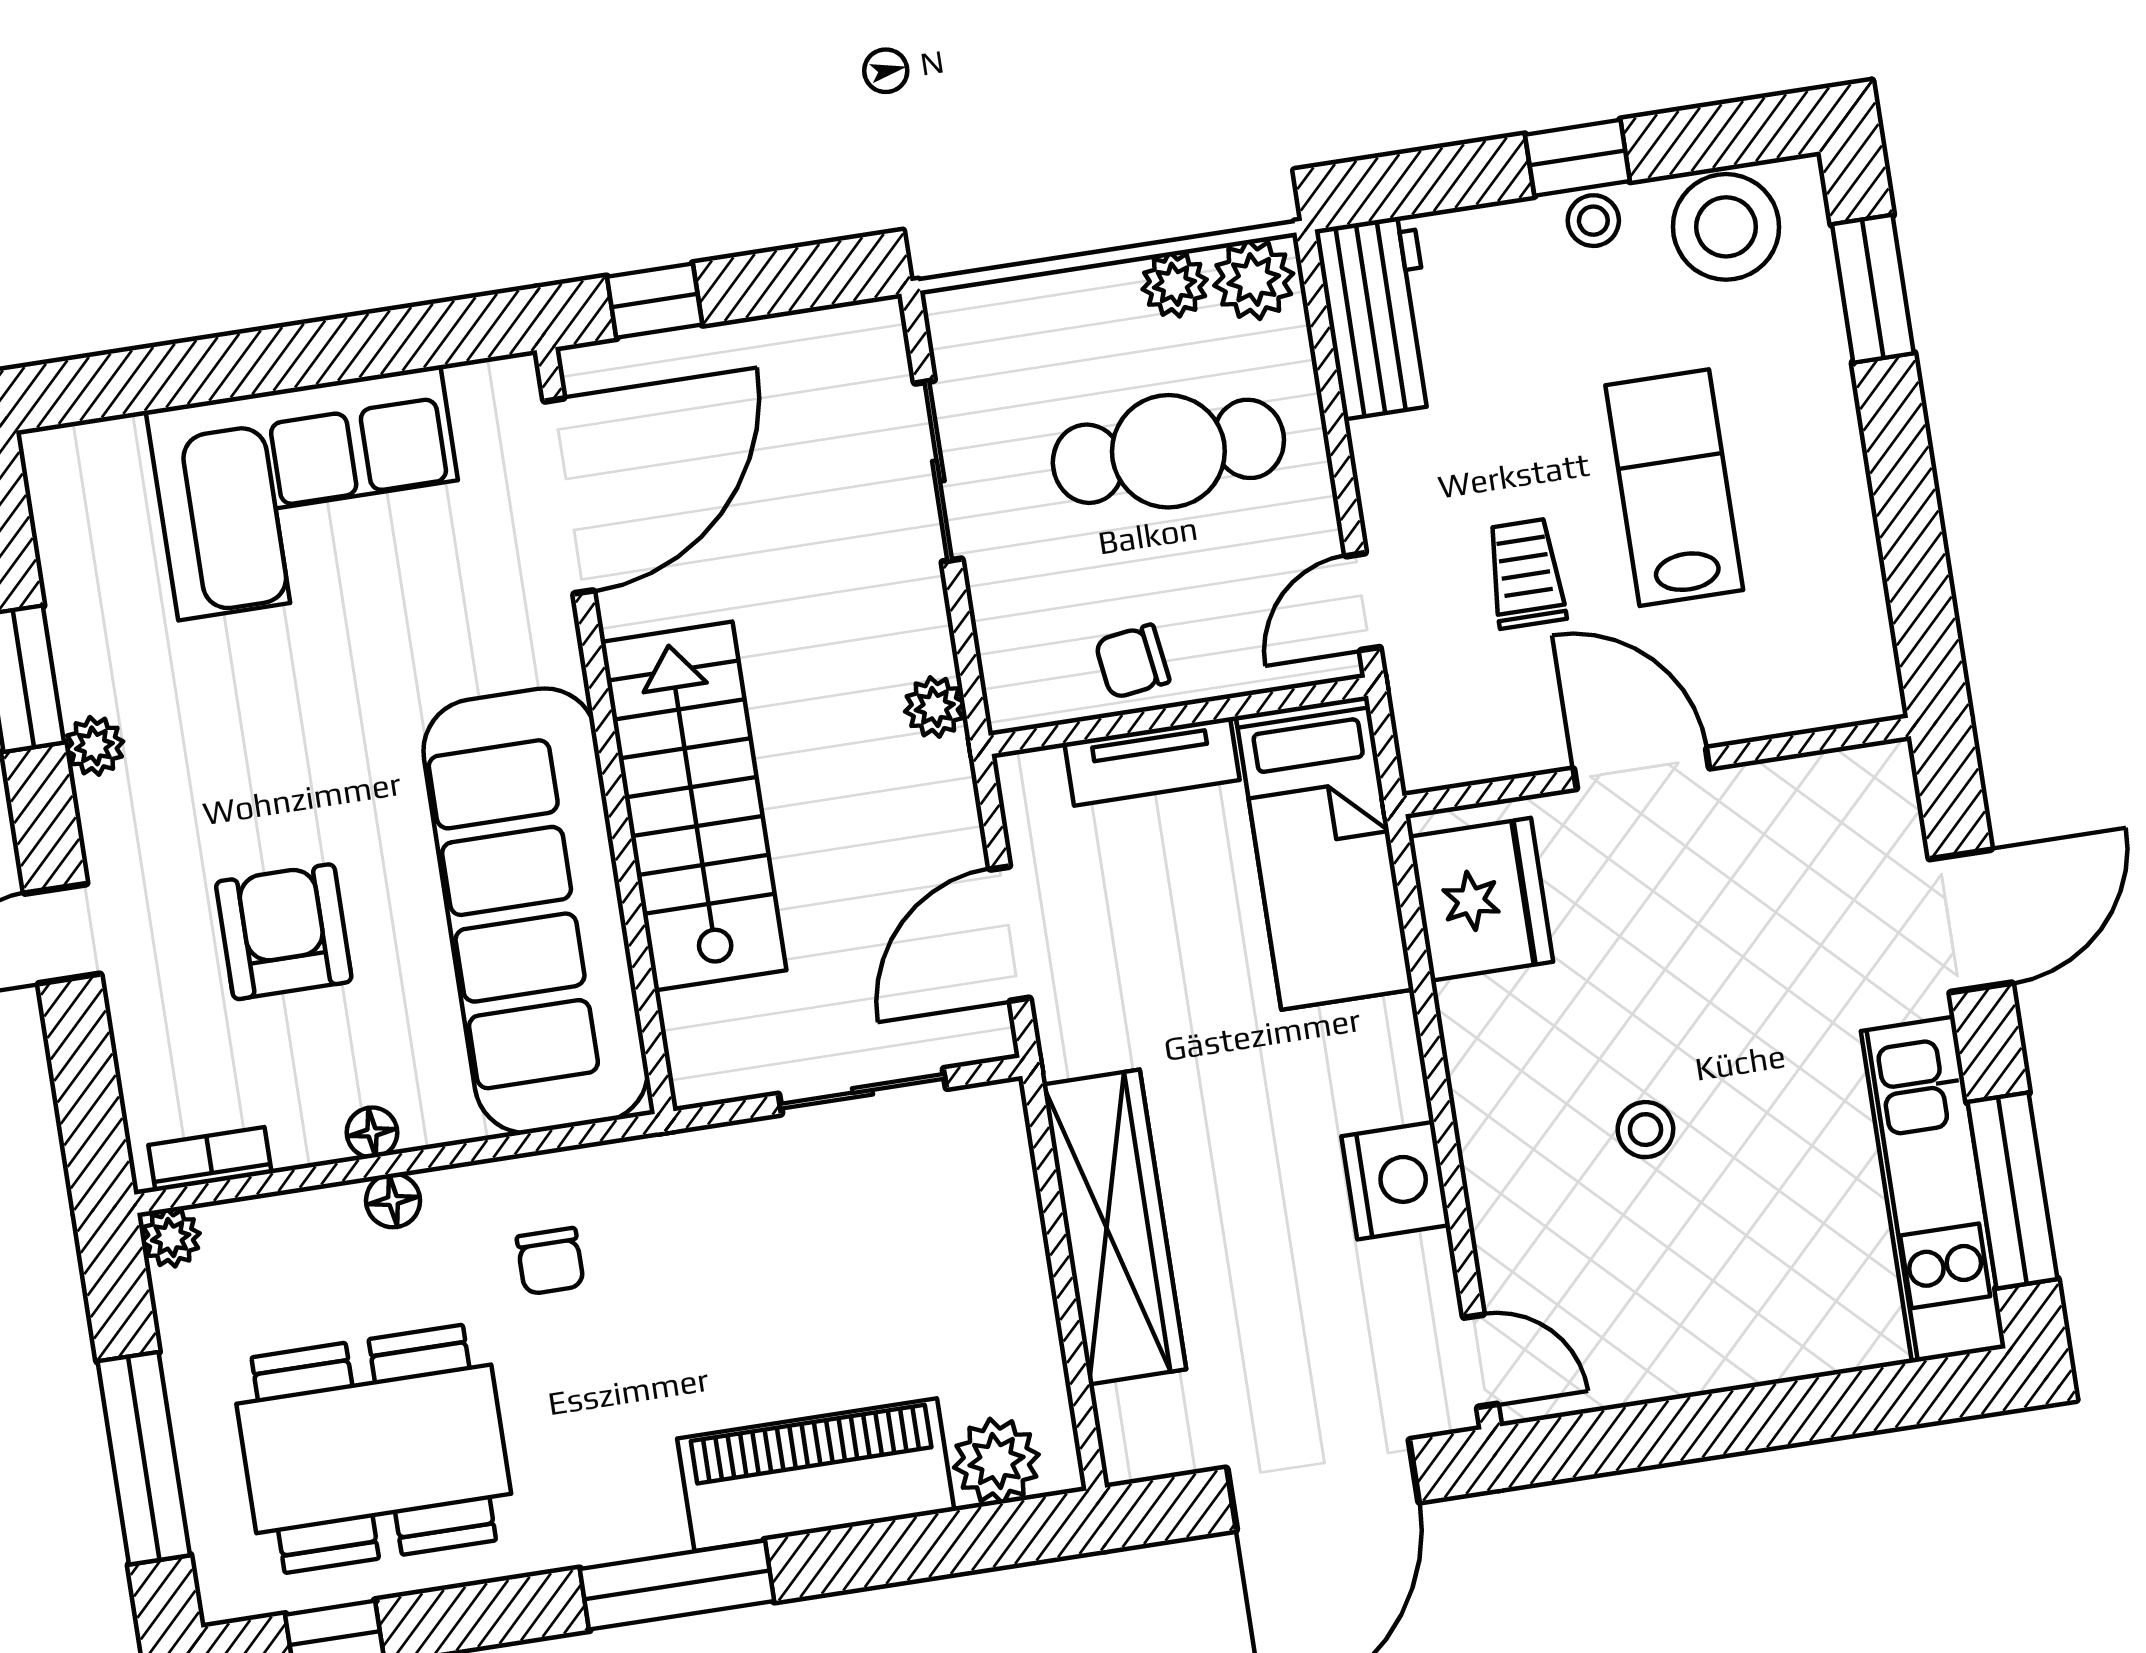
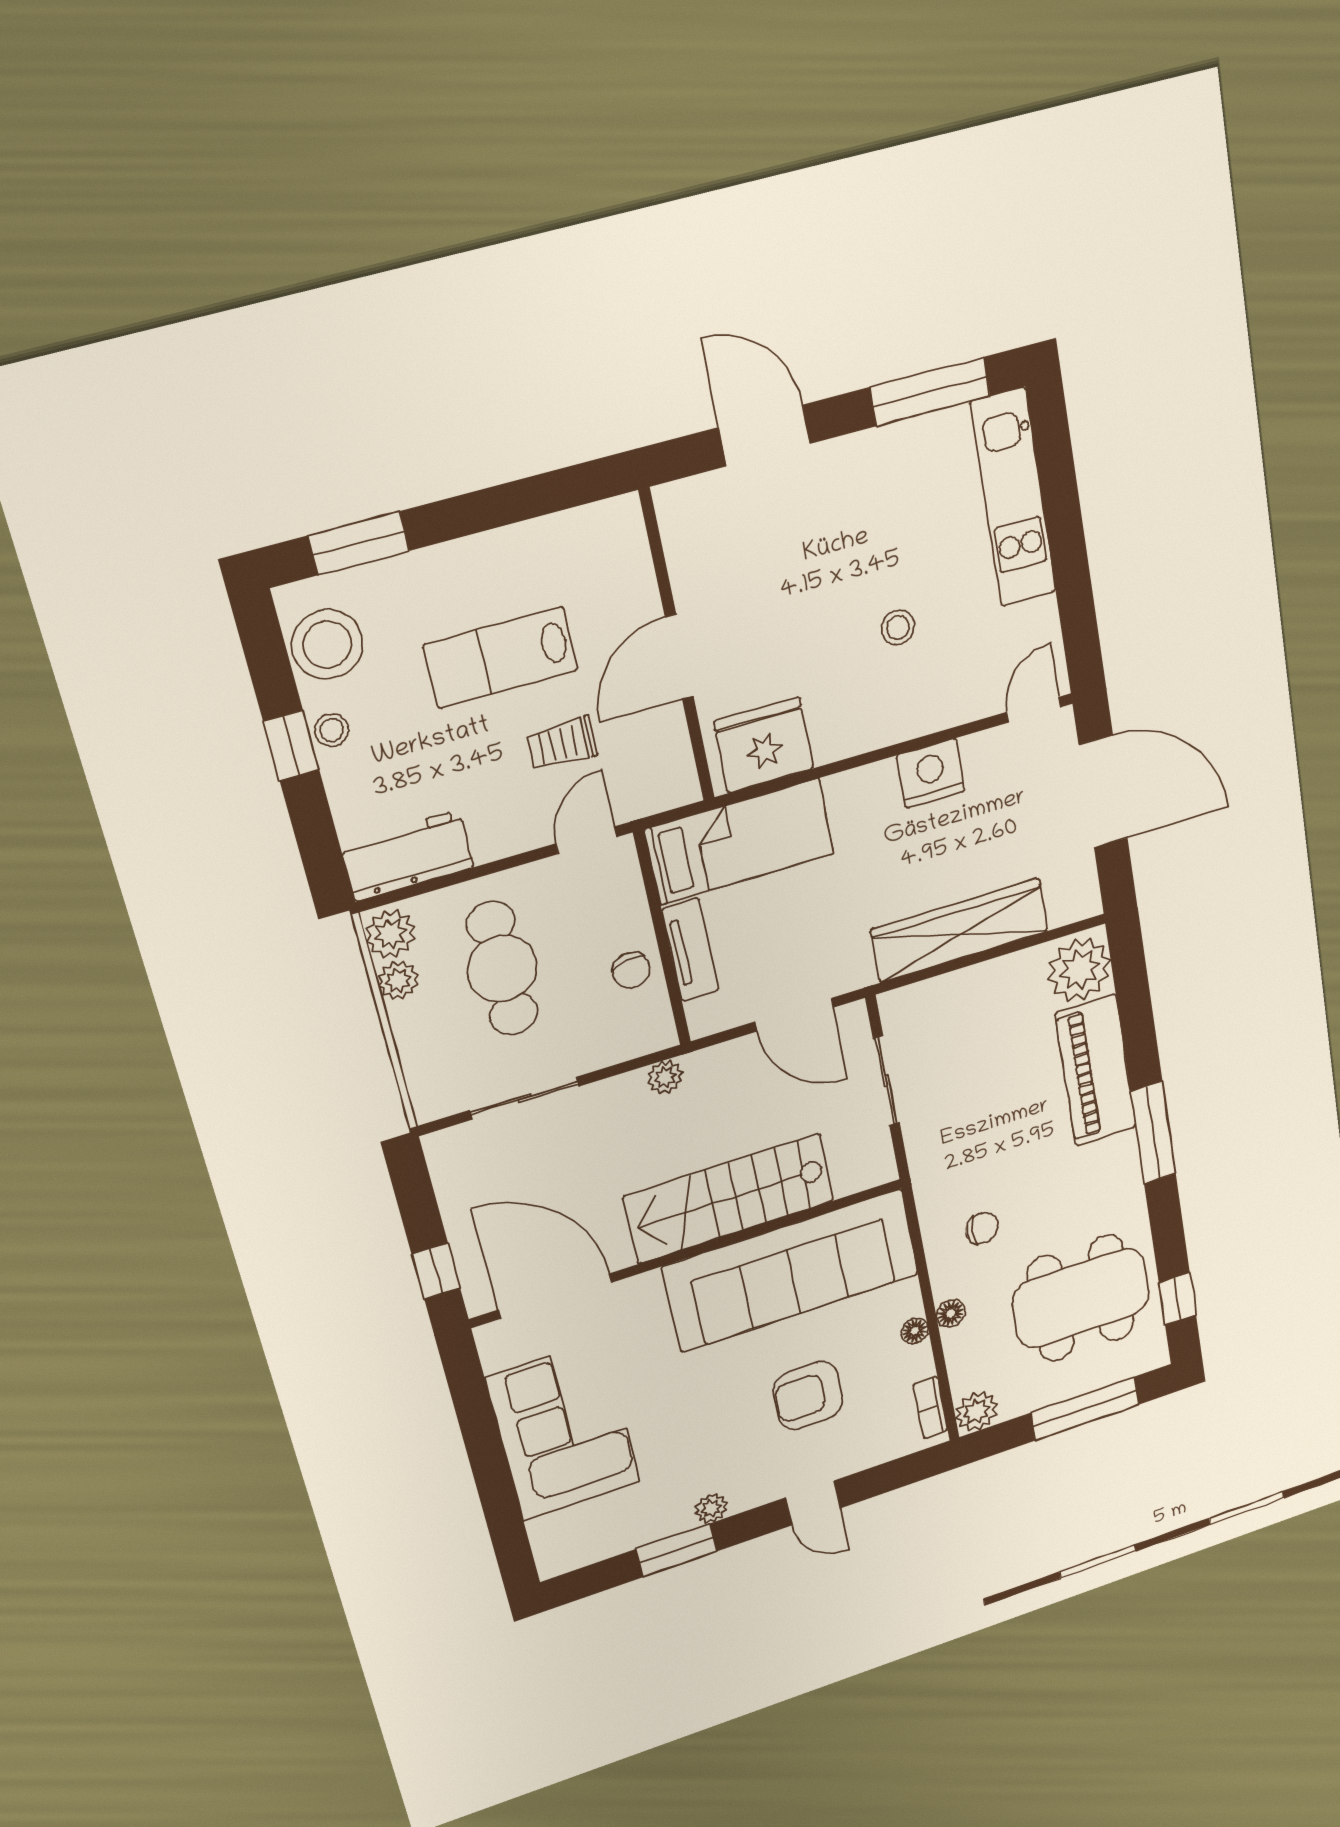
door: (1363, 602) -> (586, 840), swing flipped
kitchen unit: (1933, 1190) -> (1013, 498), moved, turned 90
plant: (171, 1238) -> (976, 1411), width x1.38, depth x1.38
dining table: (374, 1449) -> (1081, 1298), turned 90
plant: (996, 1461) -> (1079, 970), width x1.36, depth x1.36

